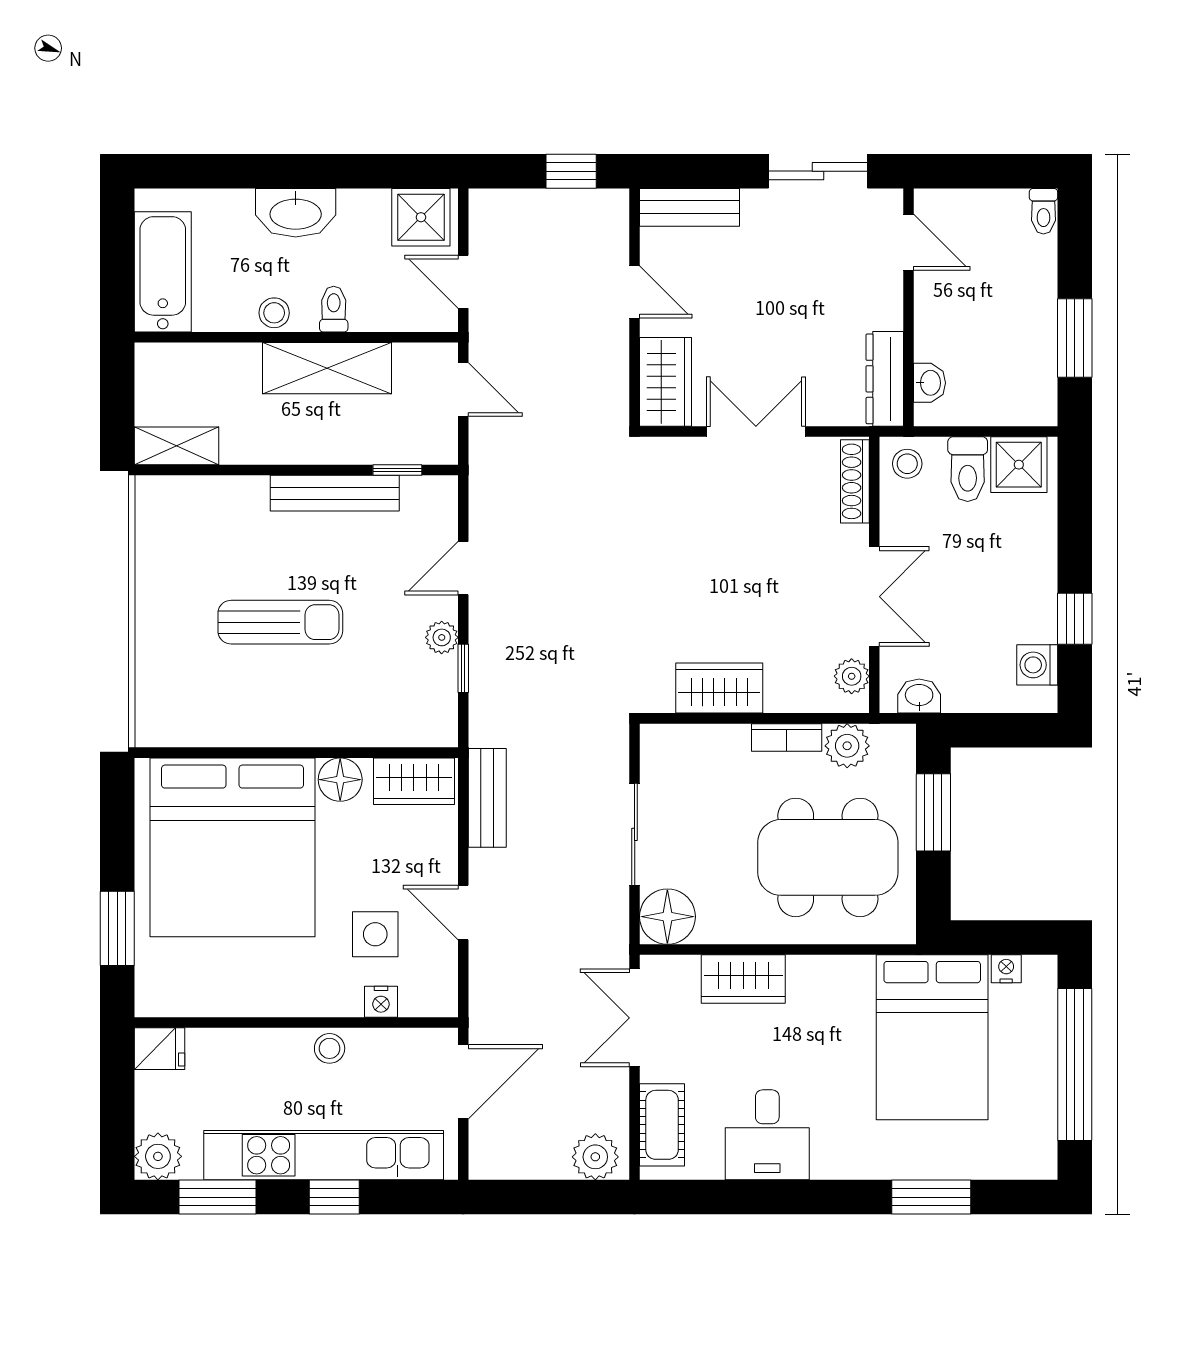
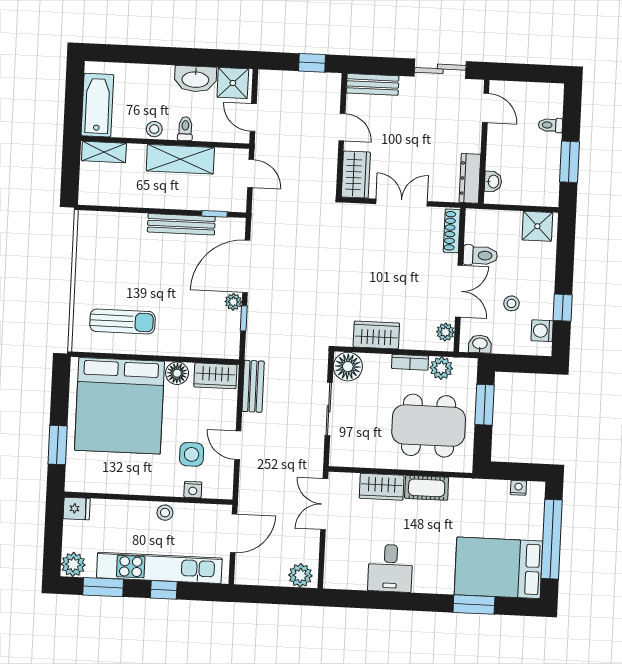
toilet: (1043, 211) -> (550, 125), moved, turned 90
washbasin: (296, 213) -> (195, 79), moved
shelving: (177, 446) -> (104, 152), moved
stool: (907, 464) -> (511, 303), moved
toilet: (968, 469) -> (480, 255), moved, turned -90
door: (463, 568) -> (246, 266), width x1.87
sun lounger: (280, 622) -> (122, 321), moved
floor lamp: (667, 917) -> (348, 367), moved
bed: (932, 1037) -> (498, 568), moved, turned 90
cot: (662, 1125) -> (427, 488), moved, turned 90

